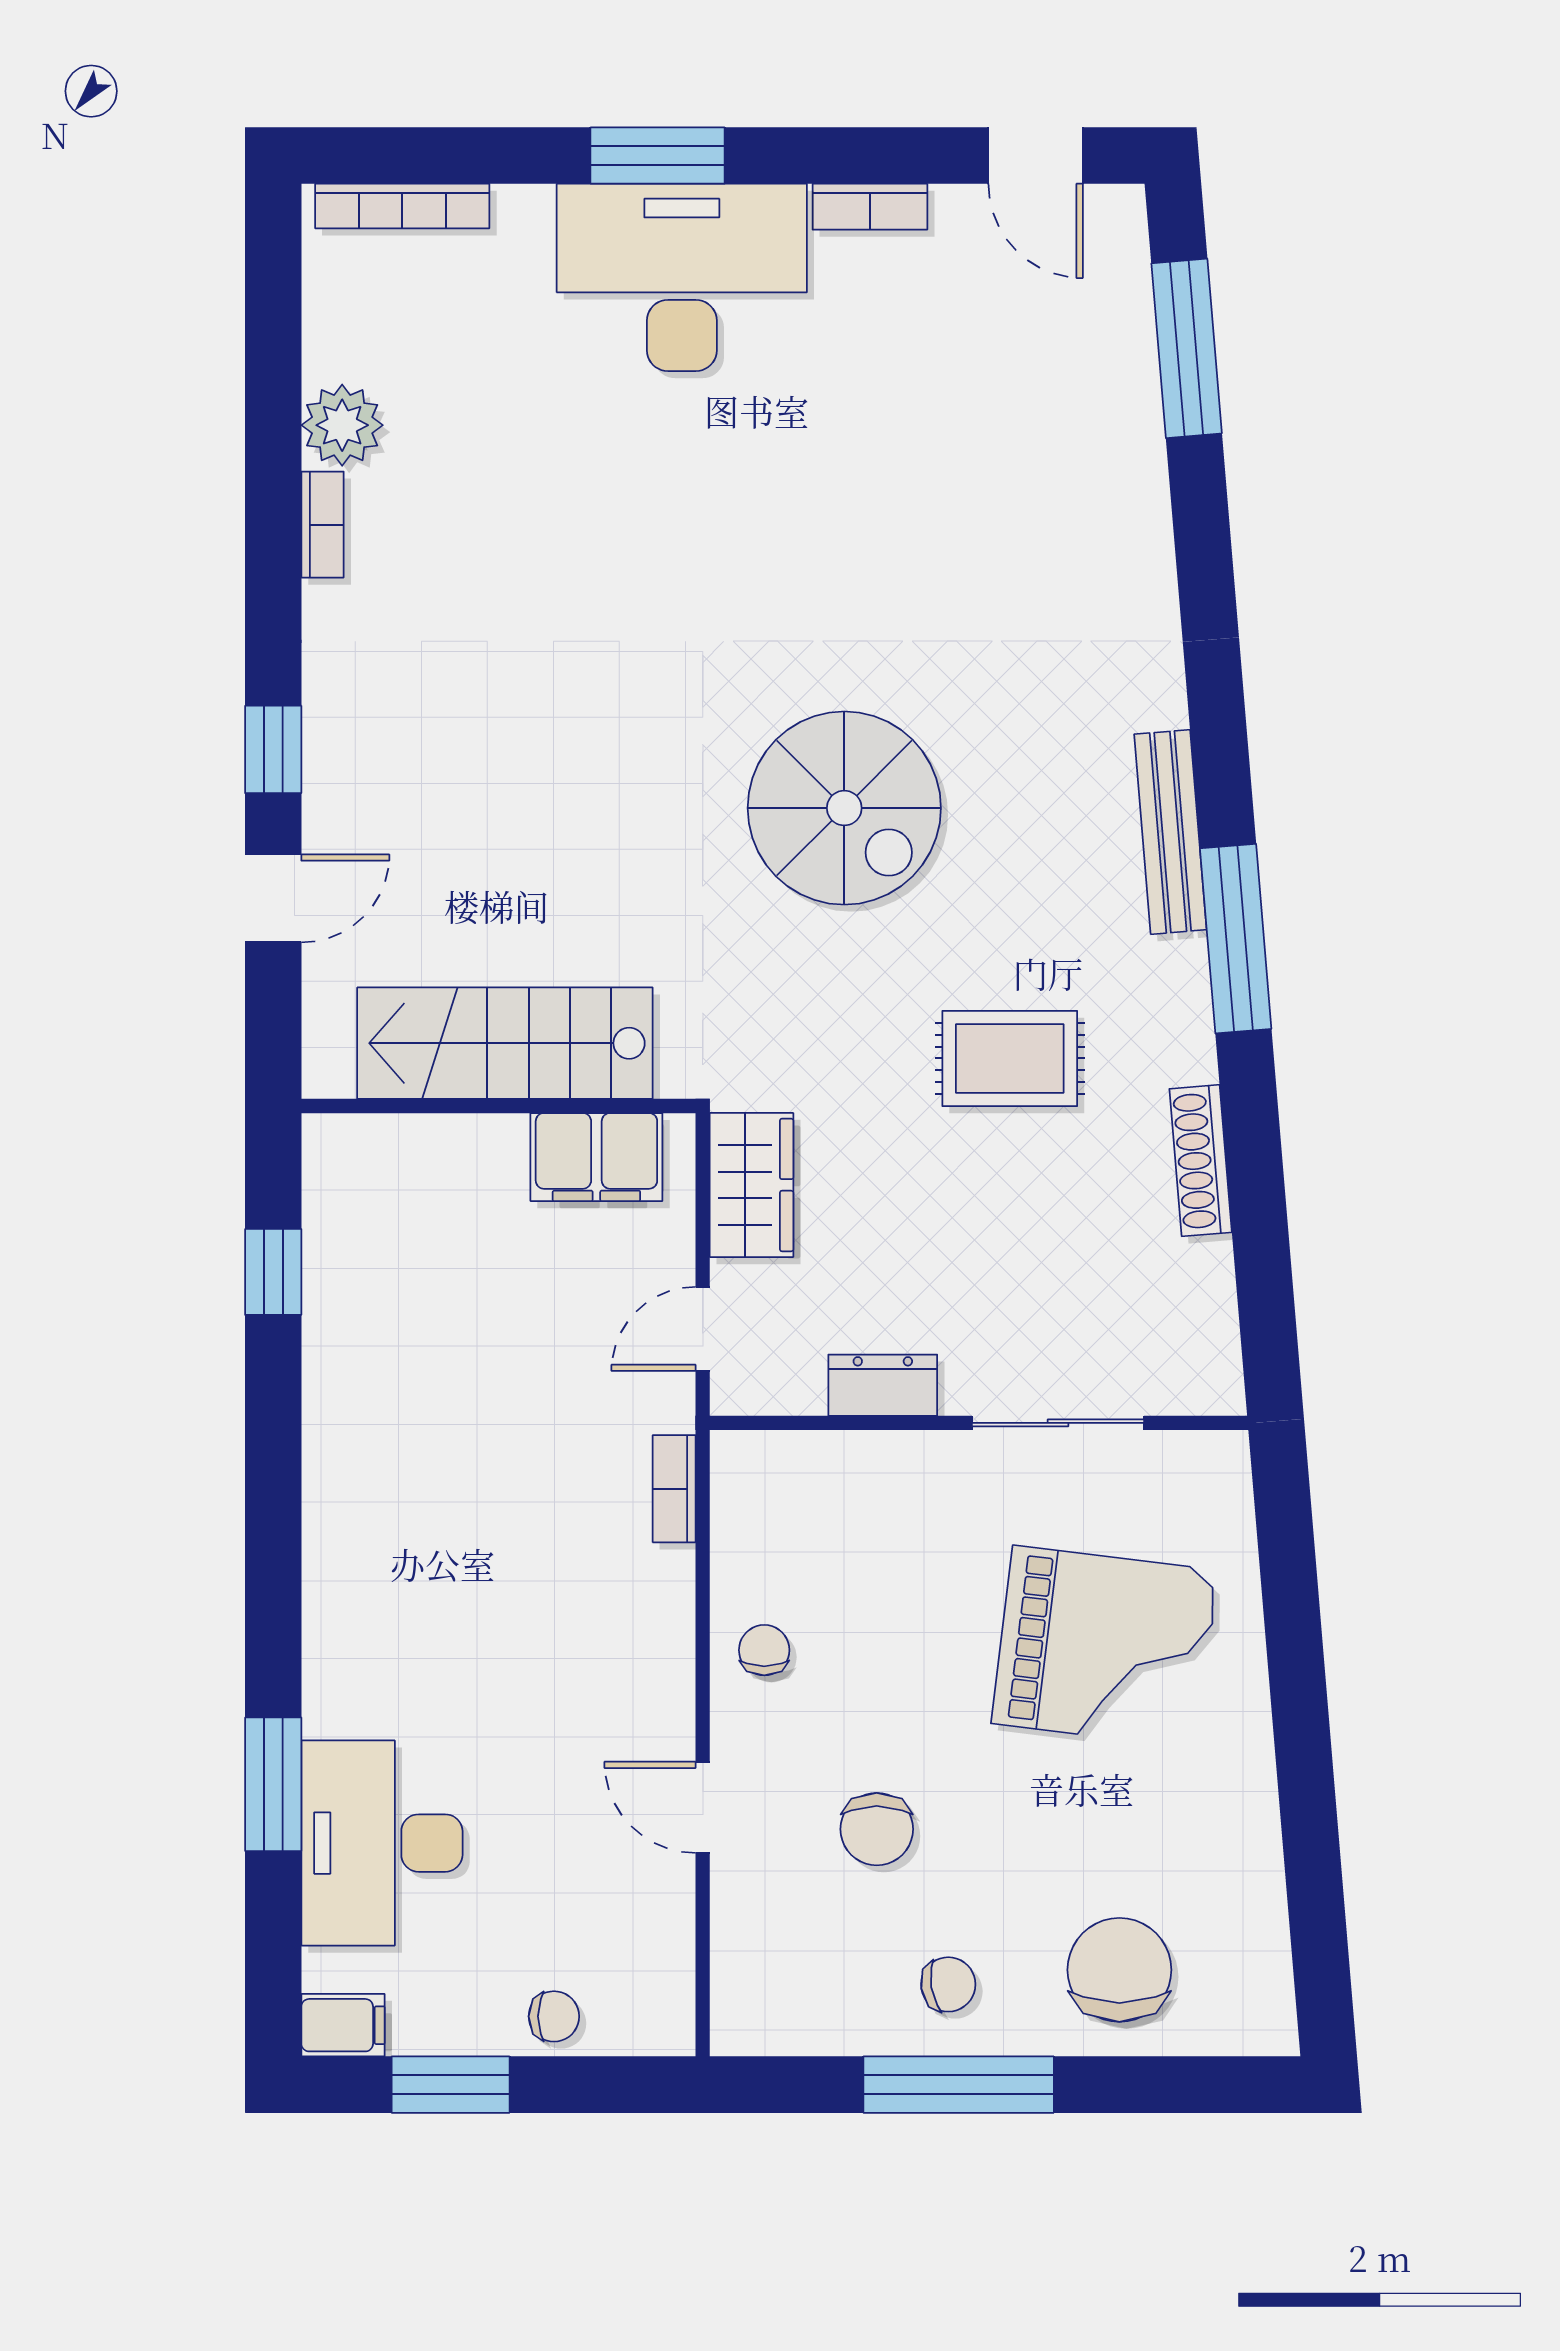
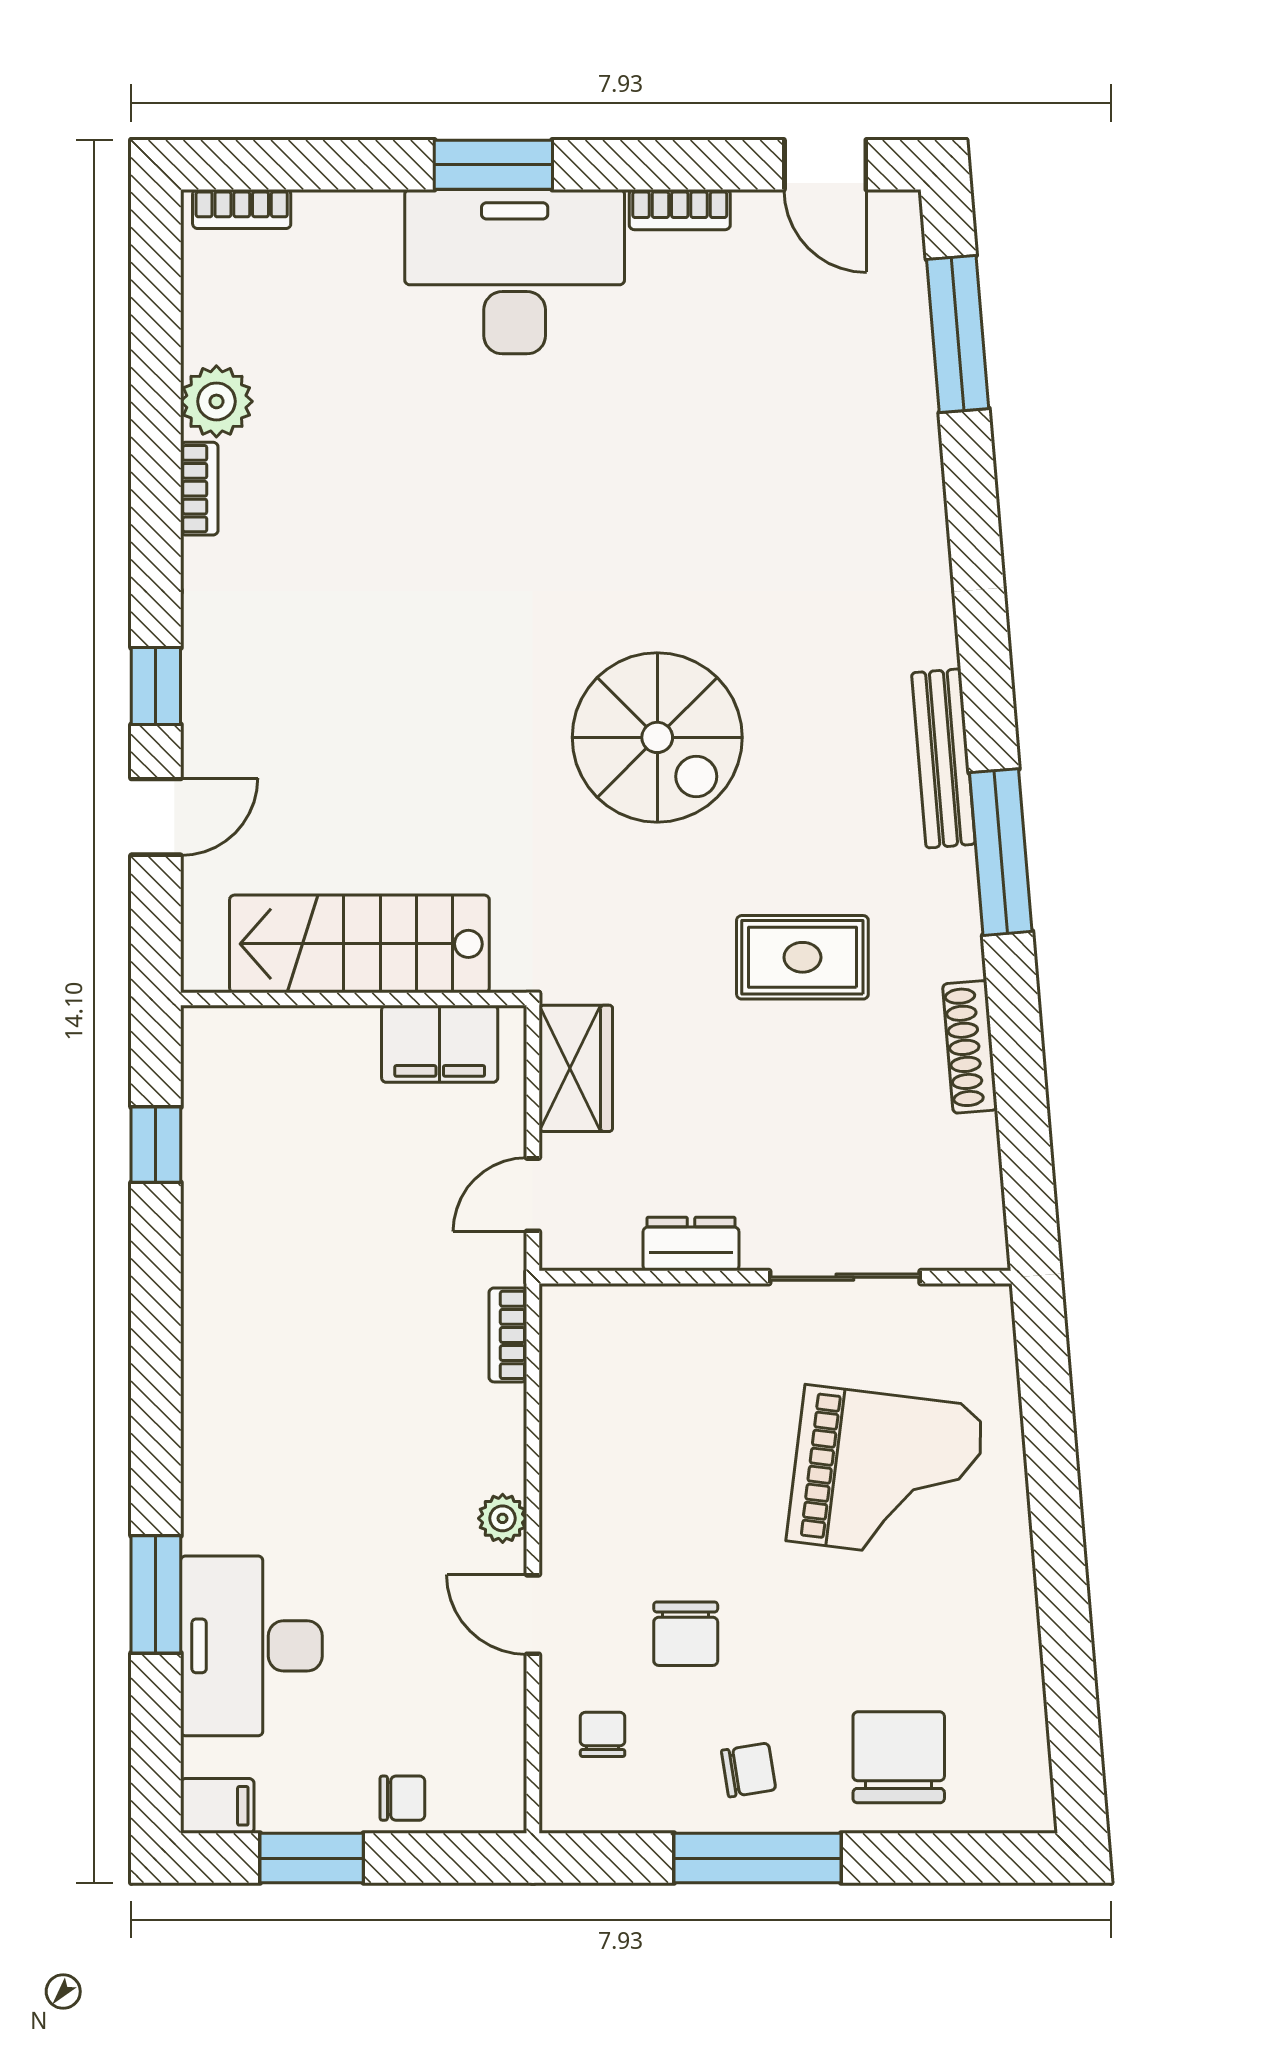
bookcase: (402, 206) -> (242, 209), width x0.64
chair: (764, 1650) -> (603, 1734), moved
plant: (668, 1698) -> (503, 1518), added

